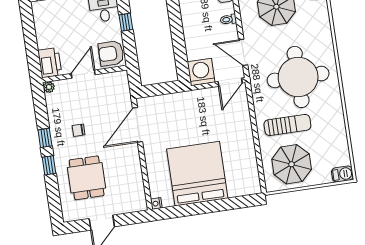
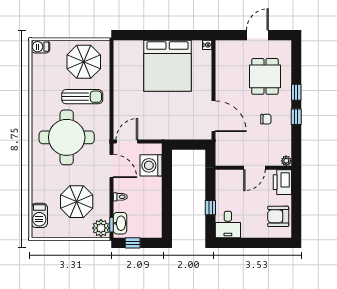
armchair: (111, 53) -> (278, 216), moved, turned 180
washing machine: (201, 72) -> (151, 165), moved, turned 90
door: (137, 125) -> (214, 116), hinge flipped
sun lounger: (287, 125) -> (82, 97), turned 180

